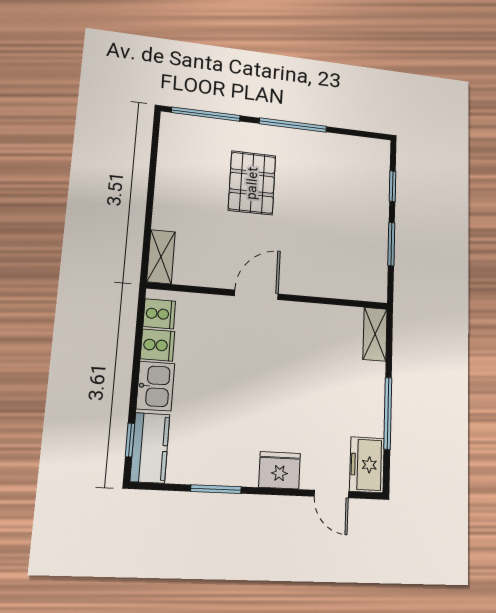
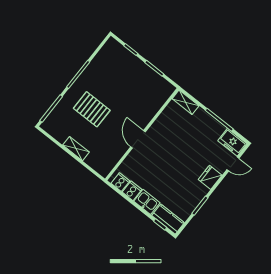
shelving: (161, 257) -> (76, 149), moved

